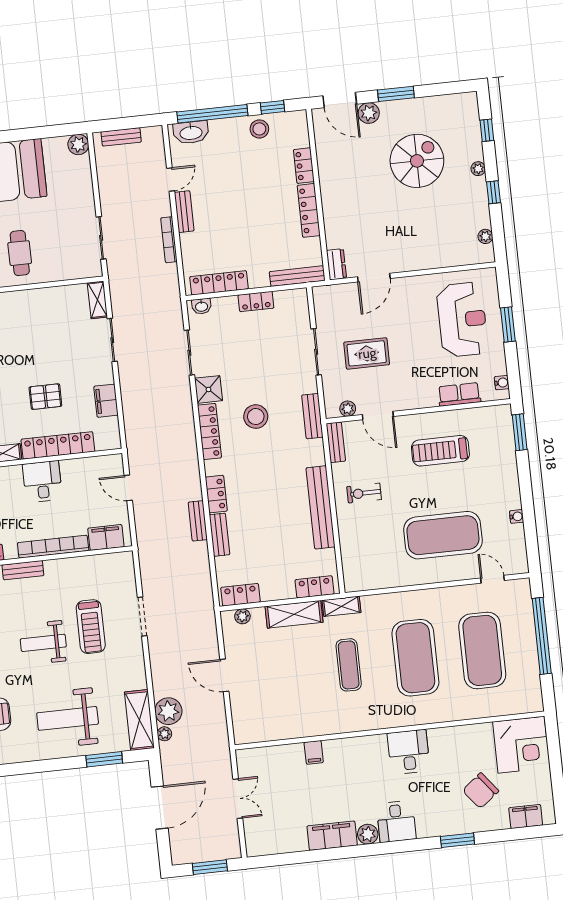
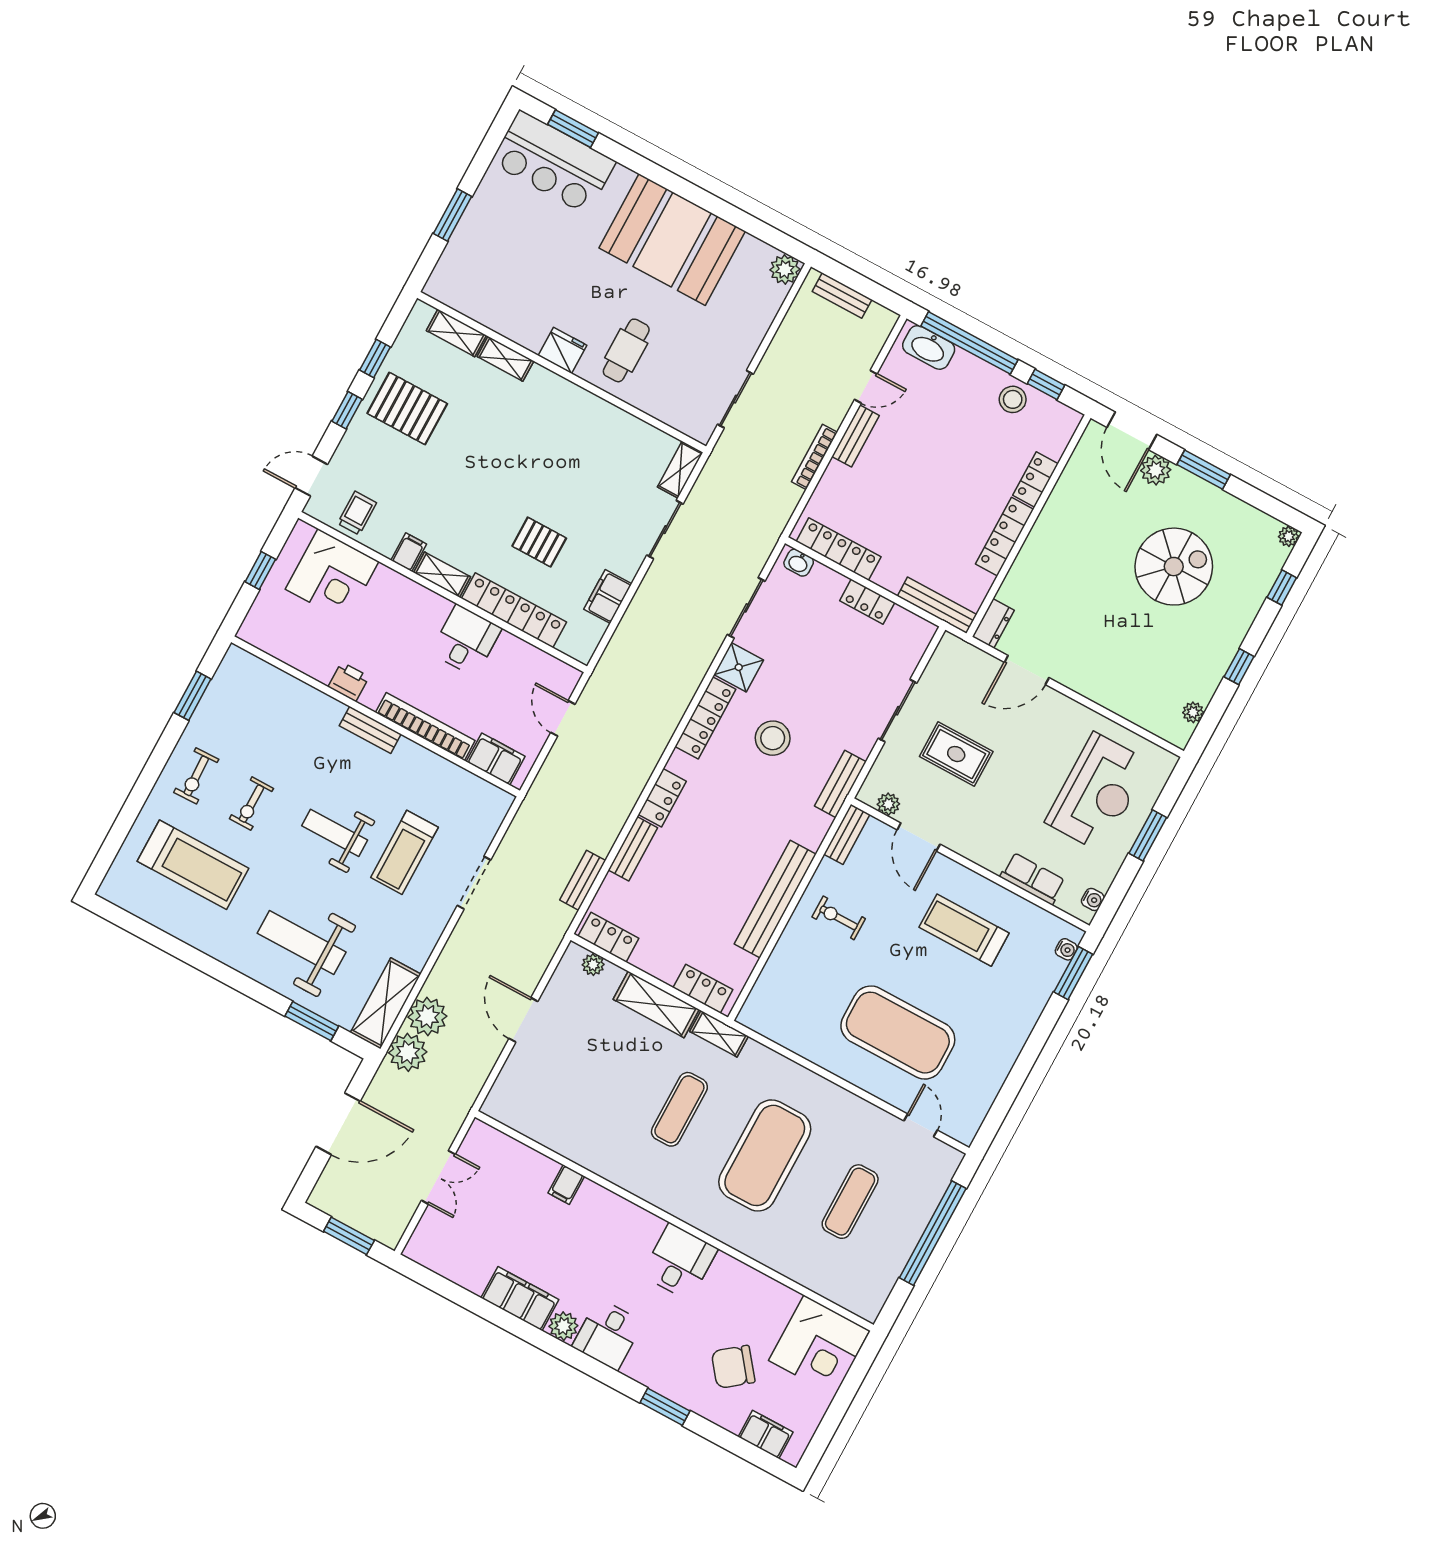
plant: (478, 169) -> (1289, 536), moved
water cooler: (517, 516) -> (1066, 949), moved
bench: (198, 521) -> (583, 880), moved
exercise mat: (482, 650) -> (850, 1202), width x0.50, depth x0.69
plant: (164, 734) -> (408, 1052), width x1.87, depth x1.87

